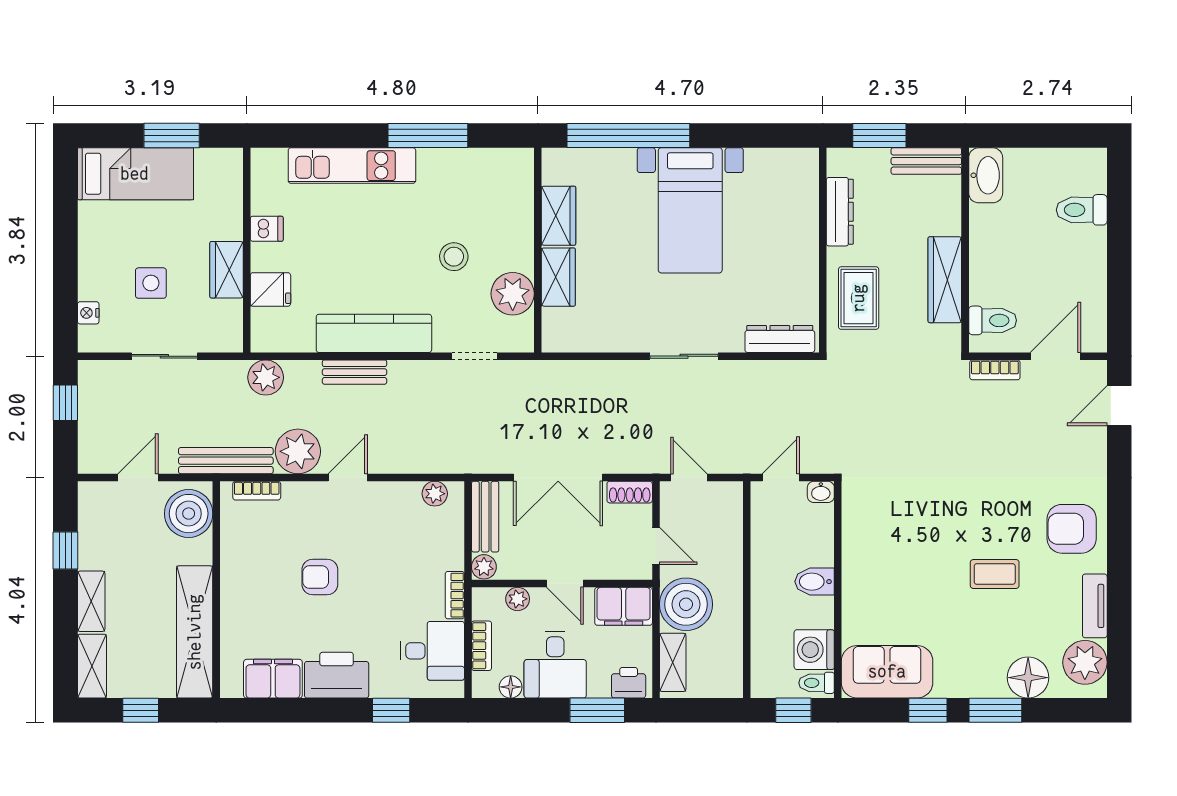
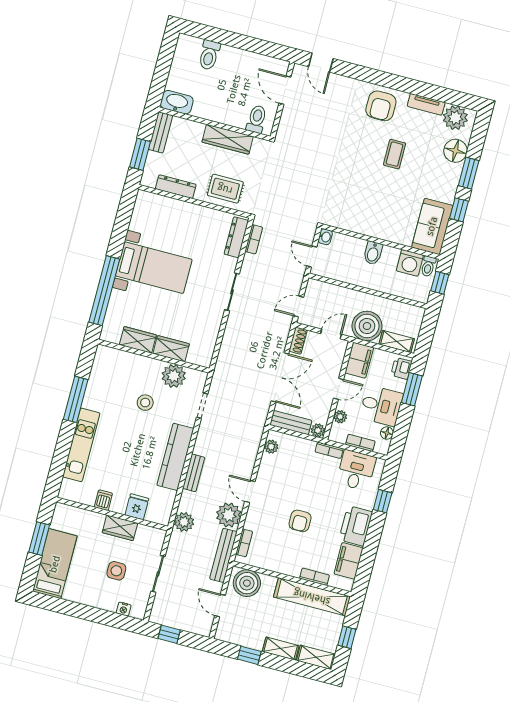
bookcase: (995, 370) -> (254, 239), moved
bookcase: (230, 627) -> (315, 577), added

